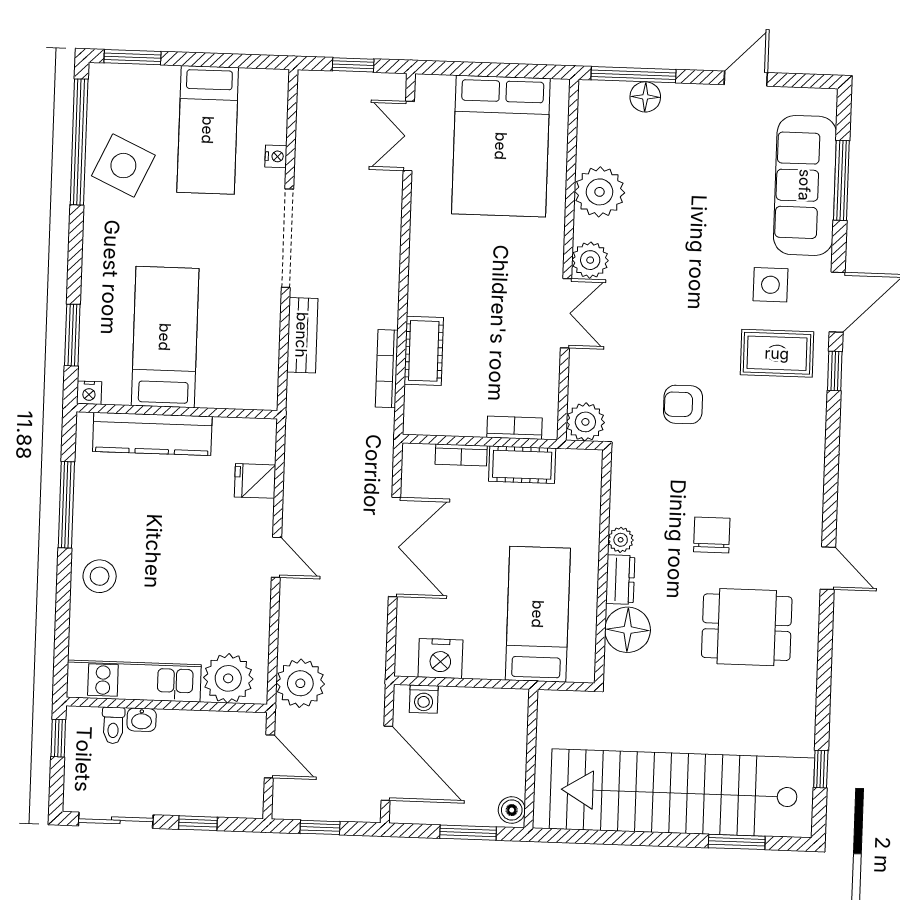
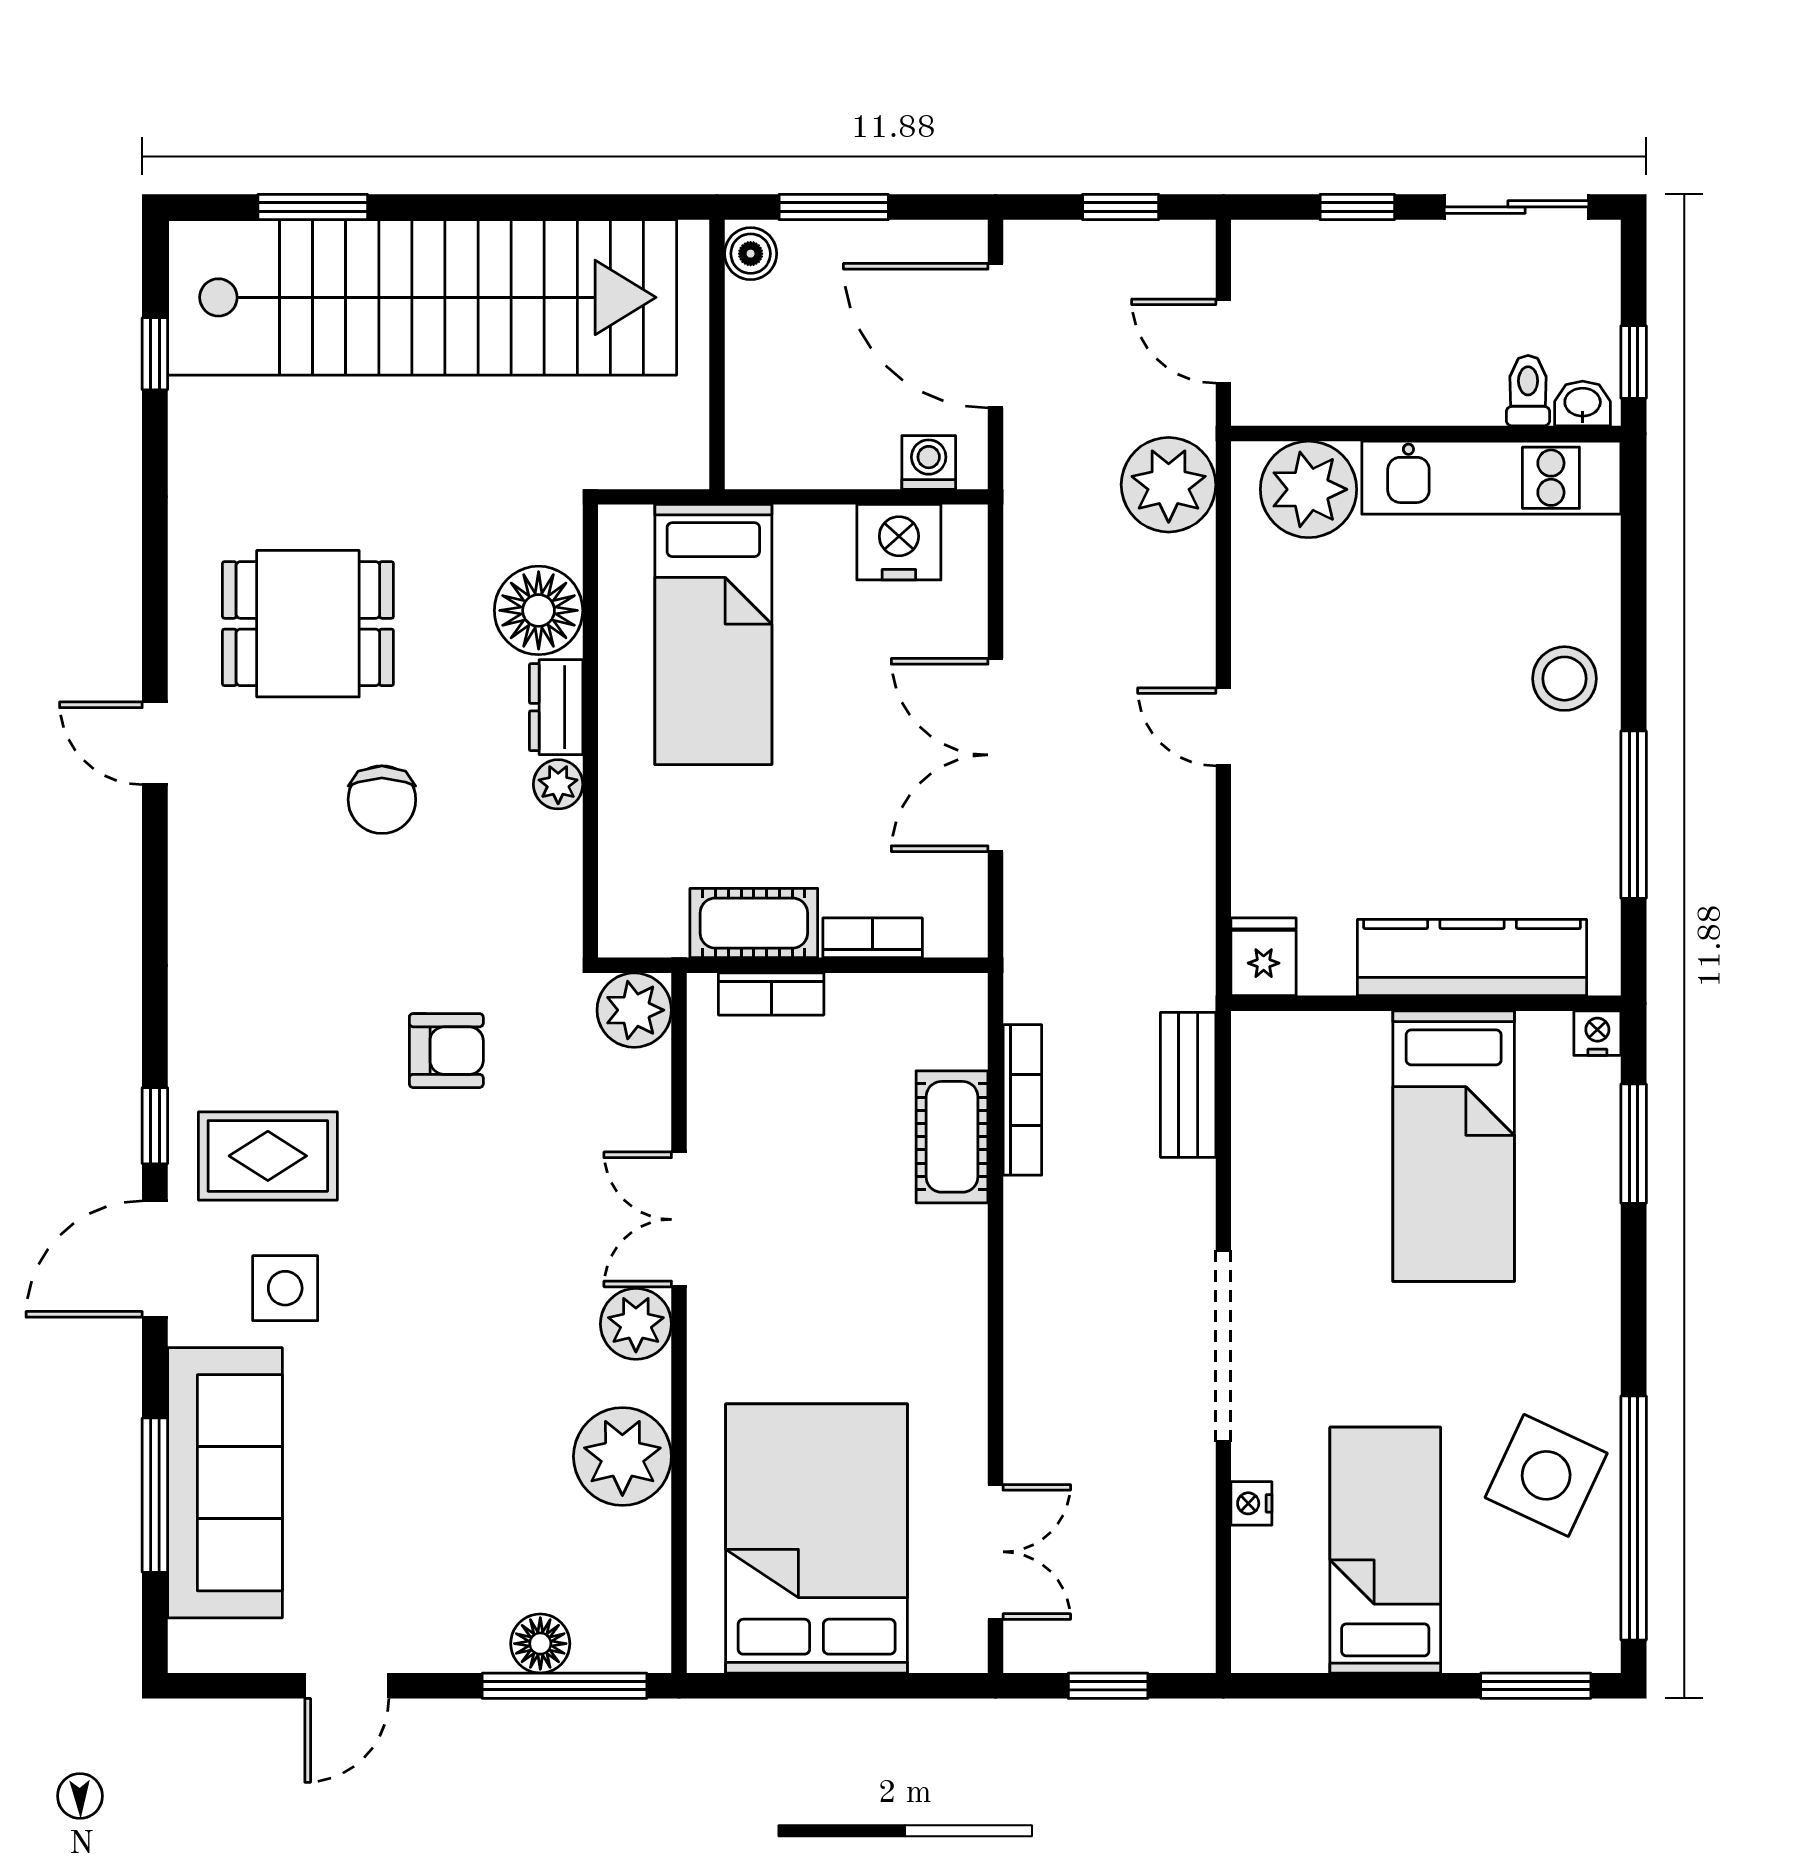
bench: (302, 335) -> (1188, 1085), moved
fridge: (255, 481) -> (1264, 957), moved, turned -90
washbasin: (142, 720) -> (1583, 404), moved

